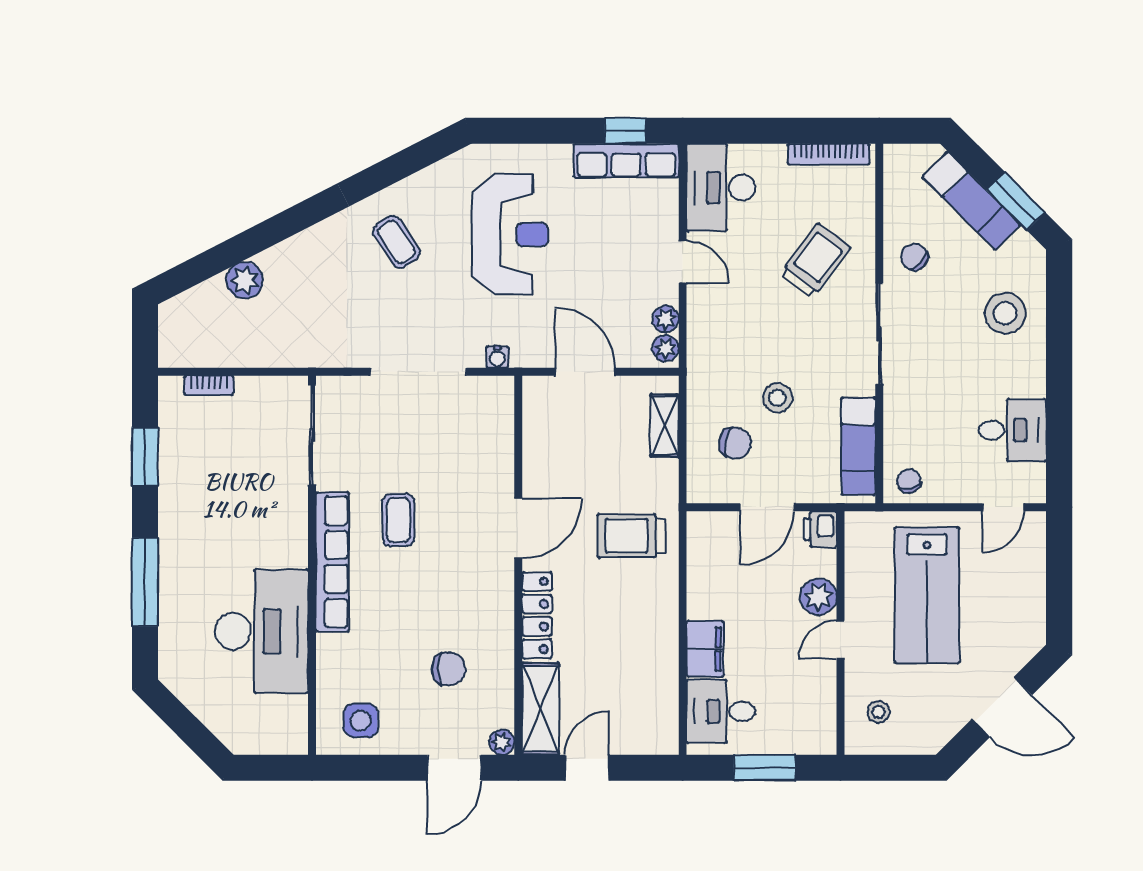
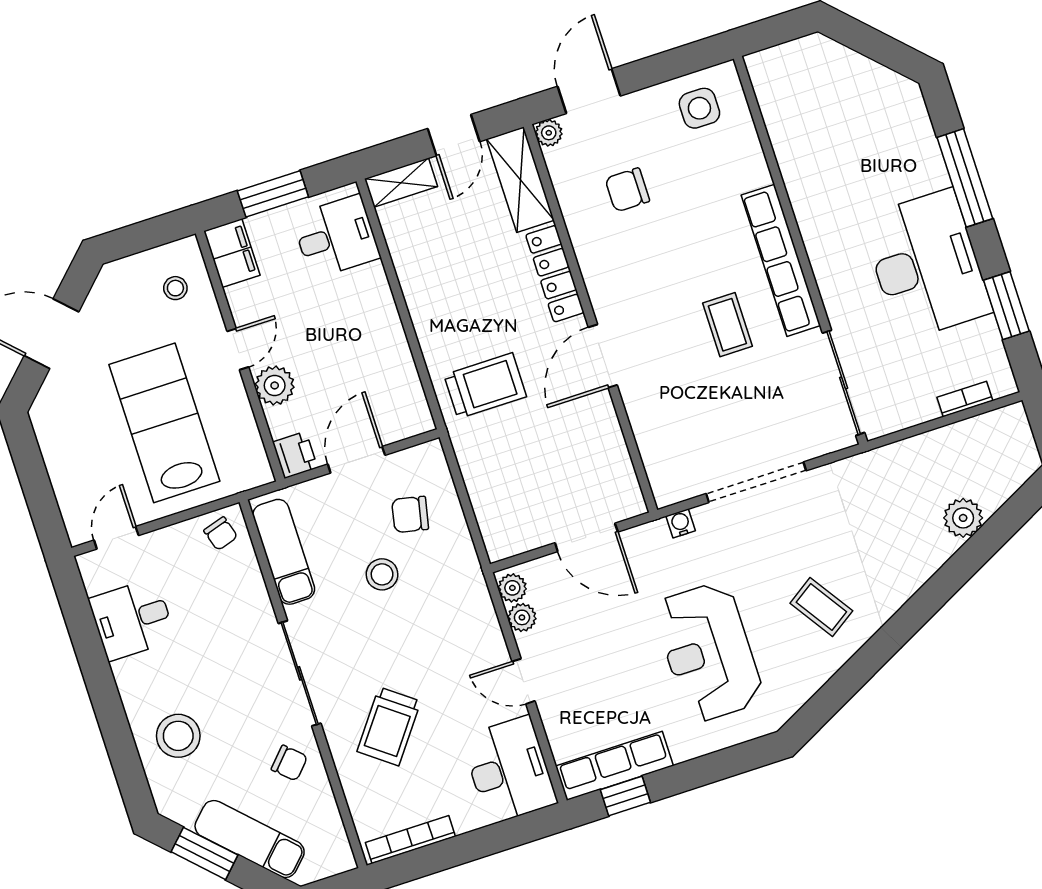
shelving: (665, 426) -> (401, 183), moved, turned 90
desk: (262, 631) -> (926, 265), moved, turned 180
filing cabinet: (705, 649) -> (232, 253), moved, turned 180

